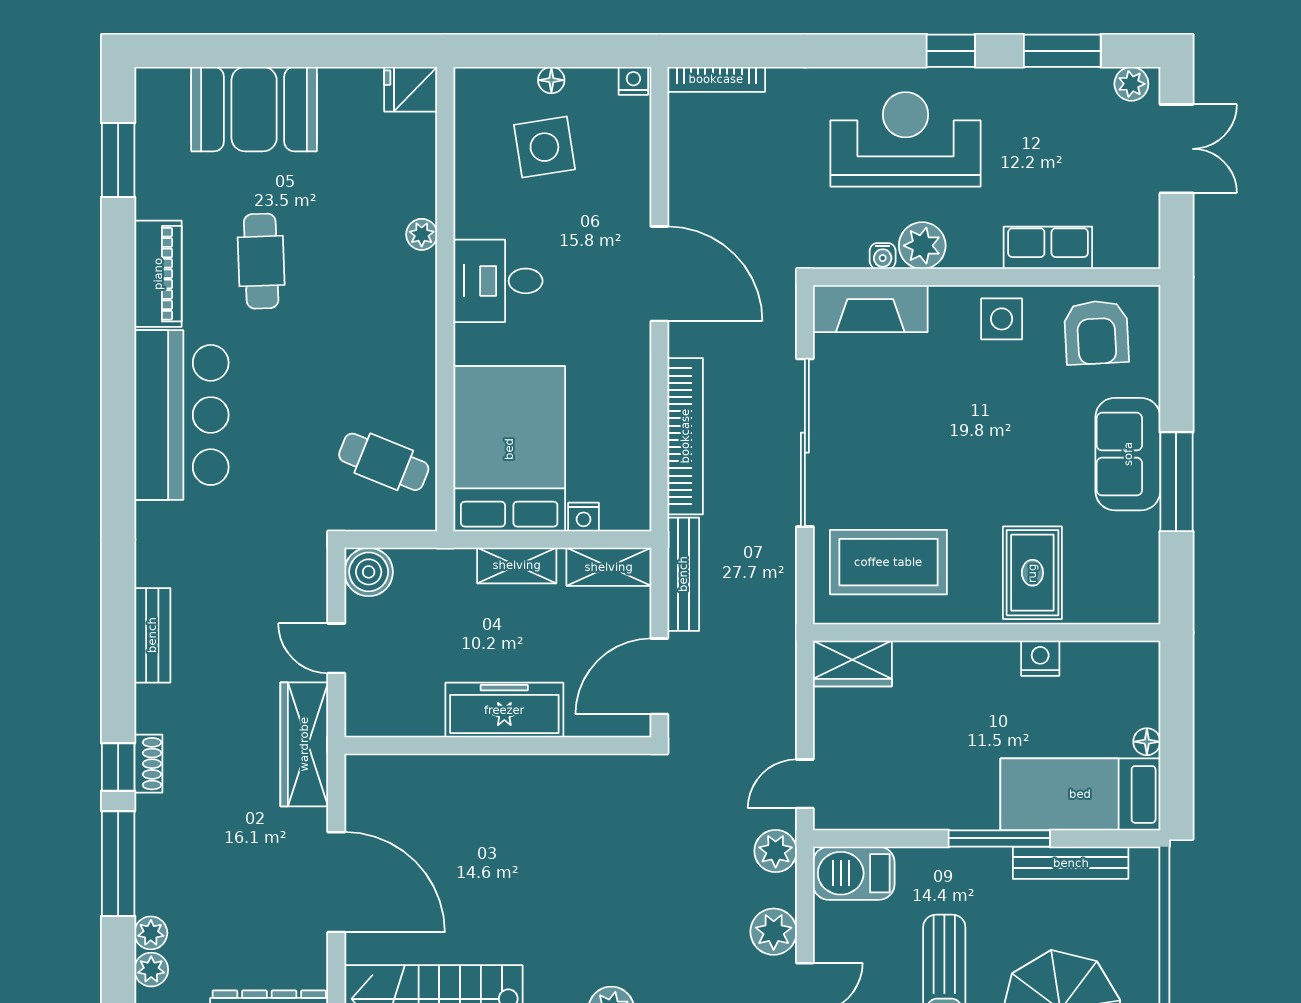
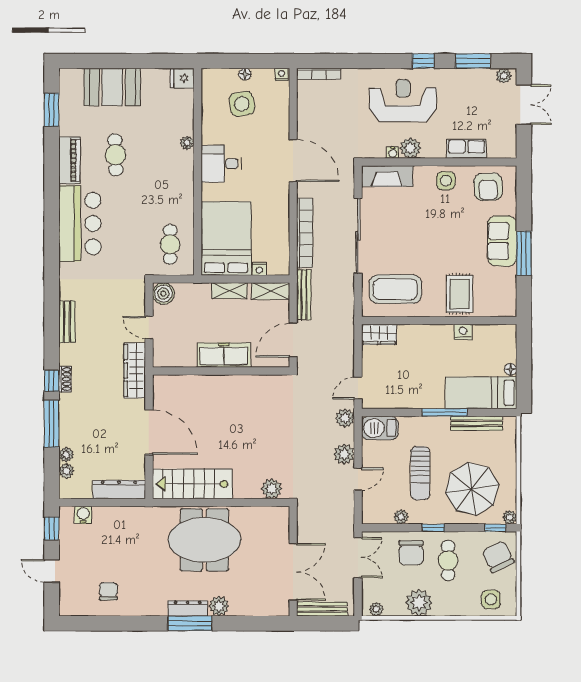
cafe table: (384, 462) -> (170, 244), turned 68

